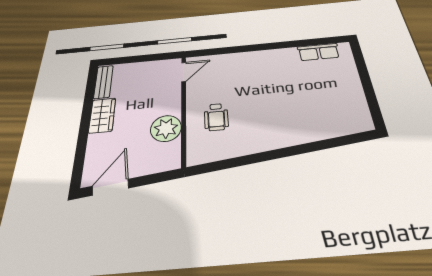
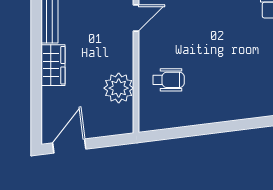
wheelchair: (216, 117) -> (168, 80), turned -90

